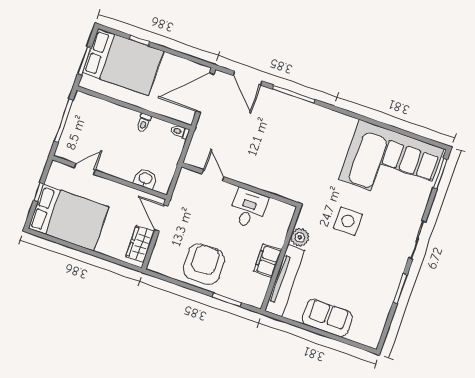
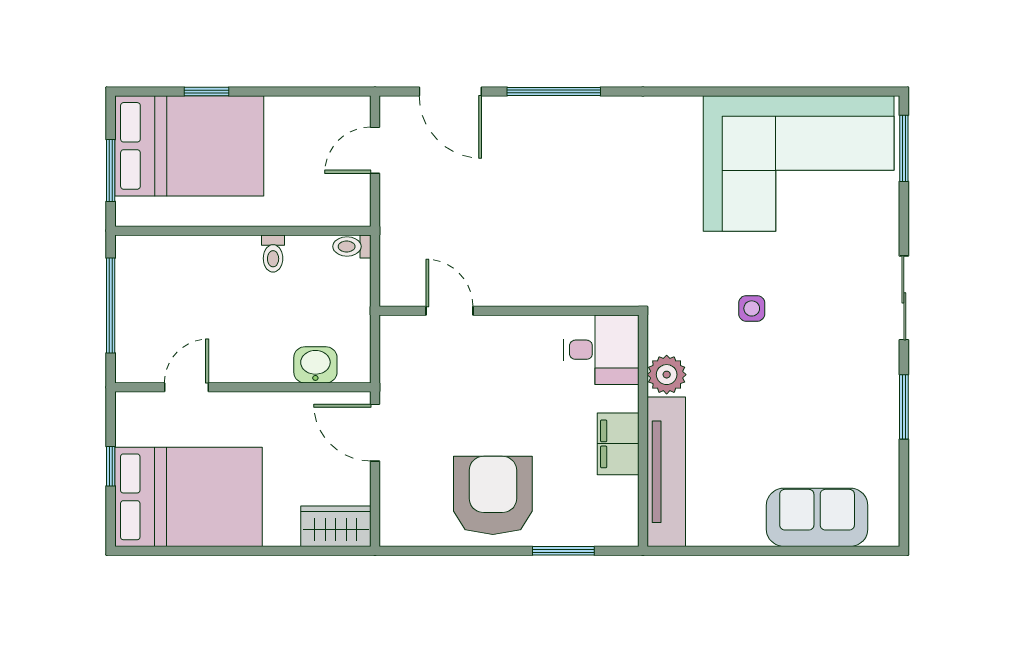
door: (205, 93) -> (375, 150), width x0.53
desk: (248, 208) -> (601, 350), moved, turned 90
side table: (348, 221) -> (752, 308), width x0.54, depth x0.54
wardrobe: (140, 244) -> (336, 526), moved, turned 90
sofa: (327, 318) -> (817, 517), moved

